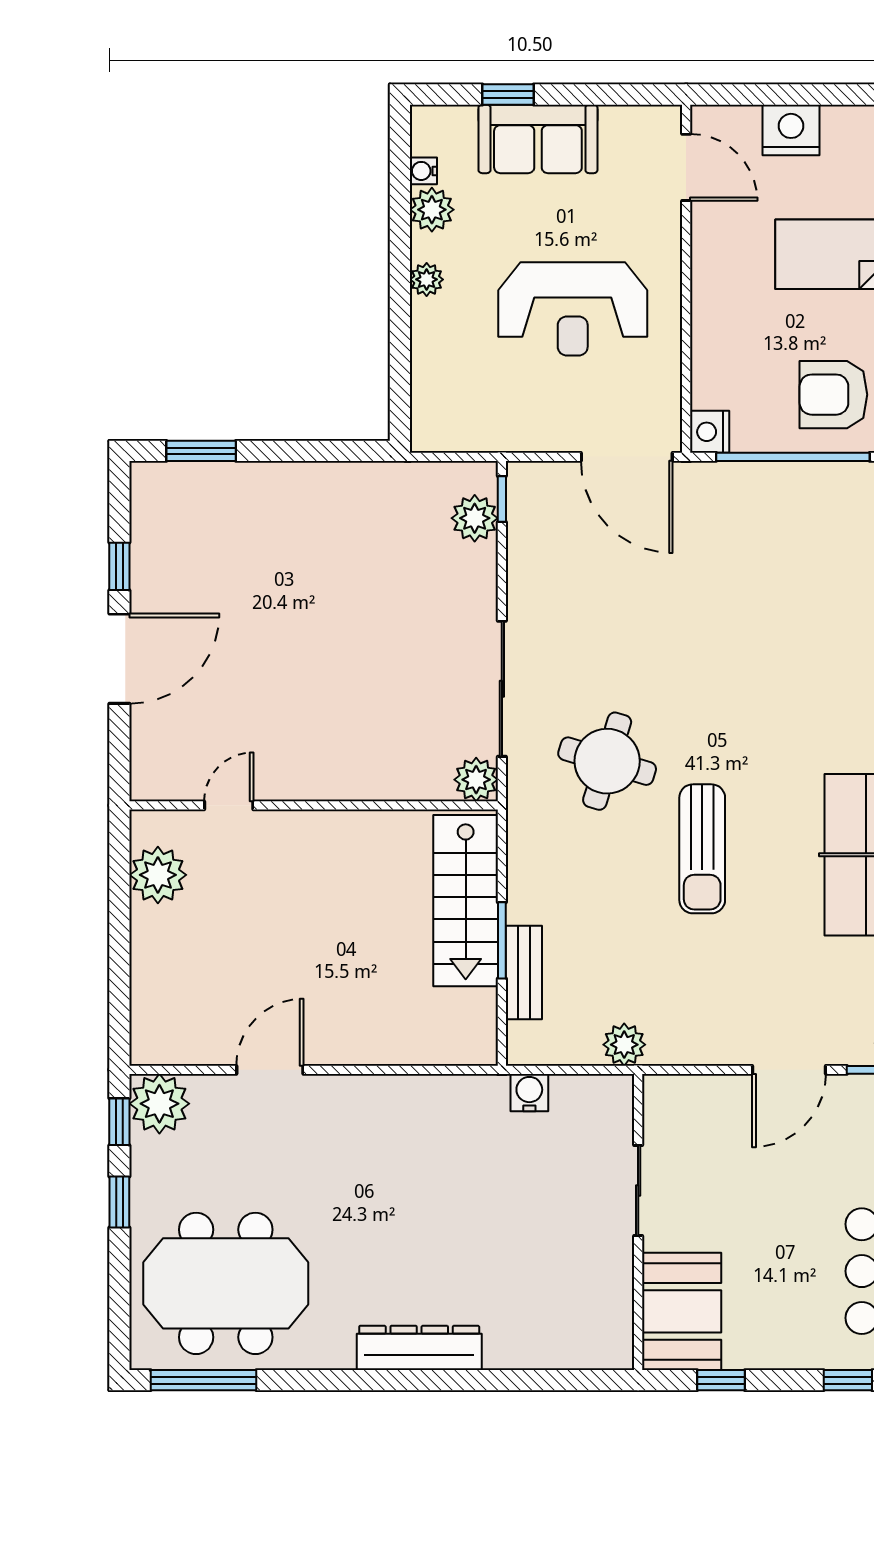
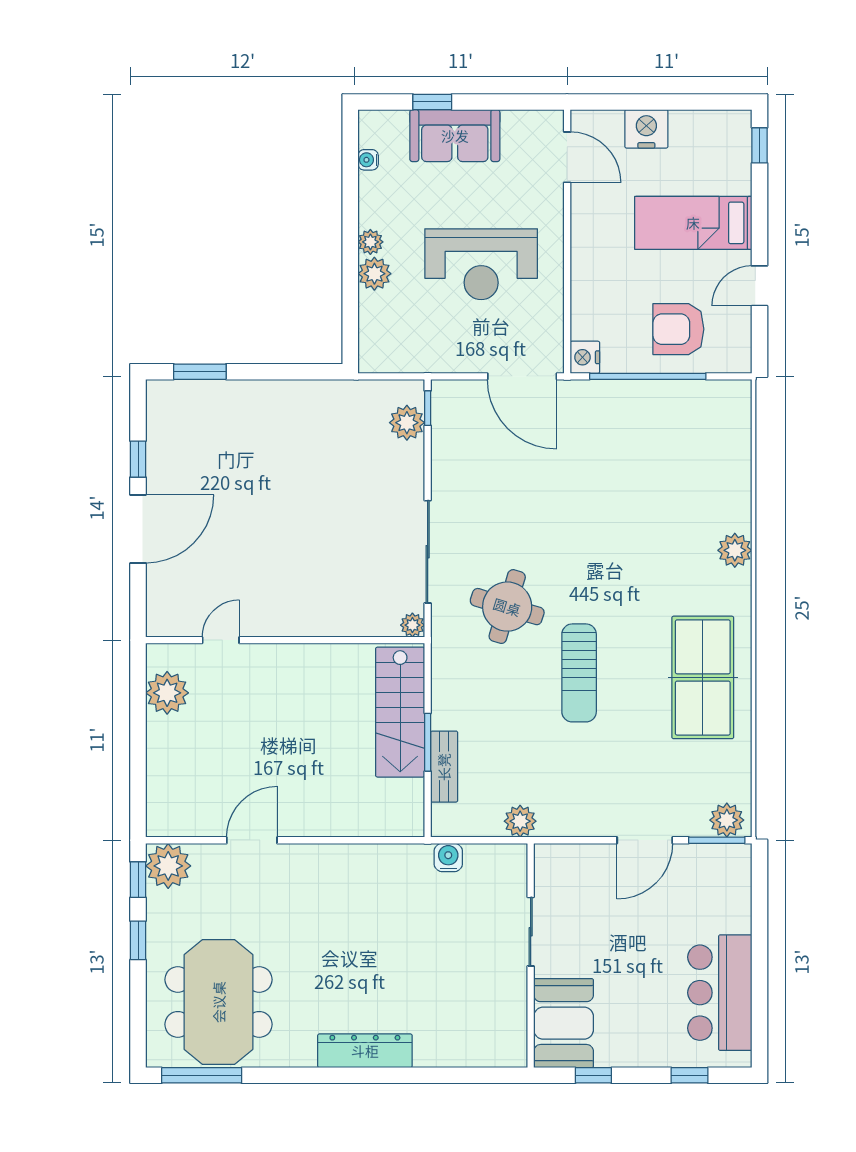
plant: (432, 210) -> (374, 274), moved
plant: (476, 780) -> (412, 625), width x0.73, depth x0.73
meeting table: (226, 1283) -> (219, 1002), turned 90

